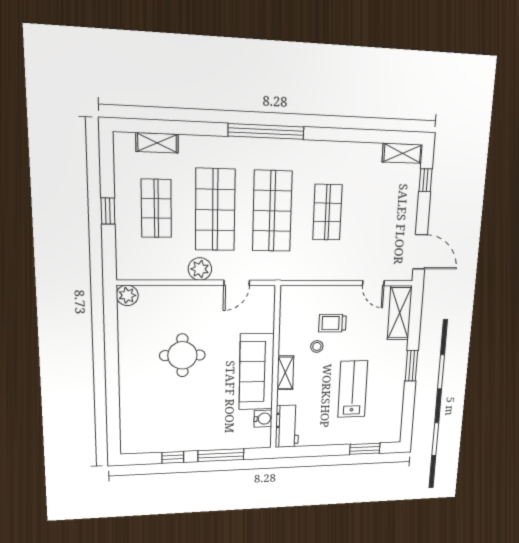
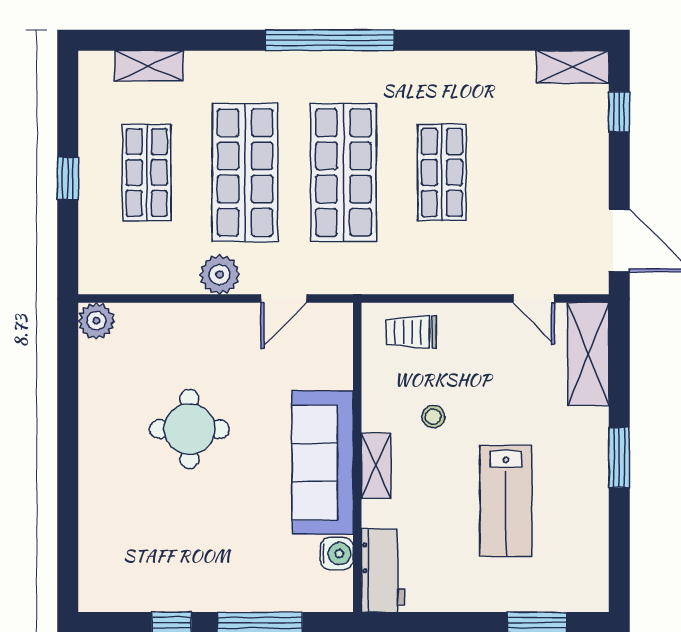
trolley: (332, 323) -> (411, 332), moved
lab bench: (353, 389) -> (506, 501), turned 180

